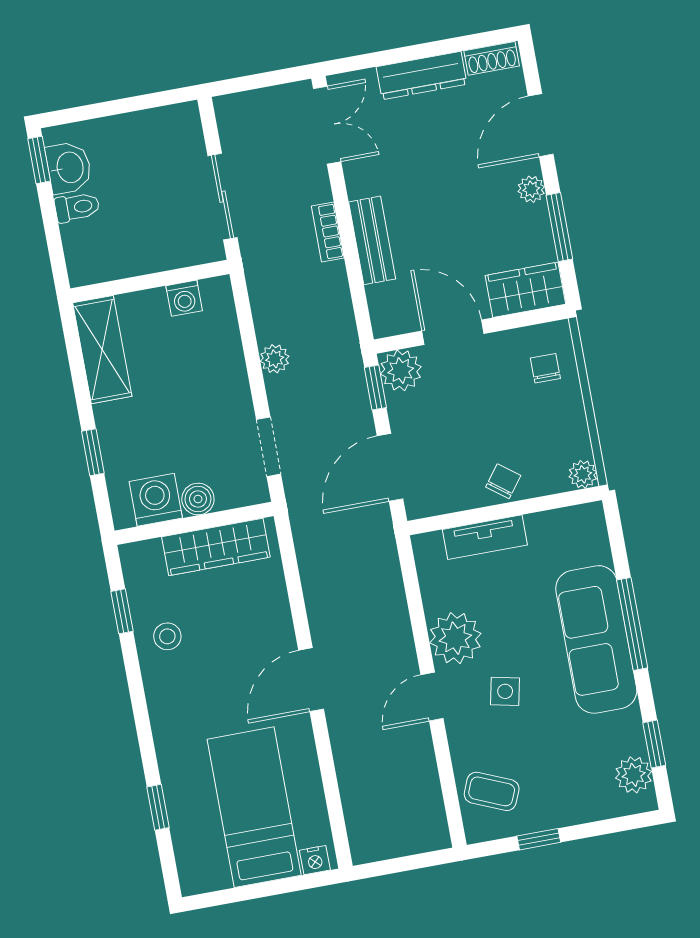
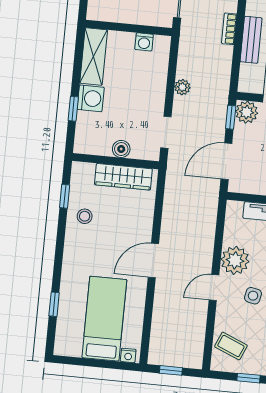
washing machine: (156, 500) -> (91, 98), moved, turned 90
window: (398, 865) -> (171, 370), added

